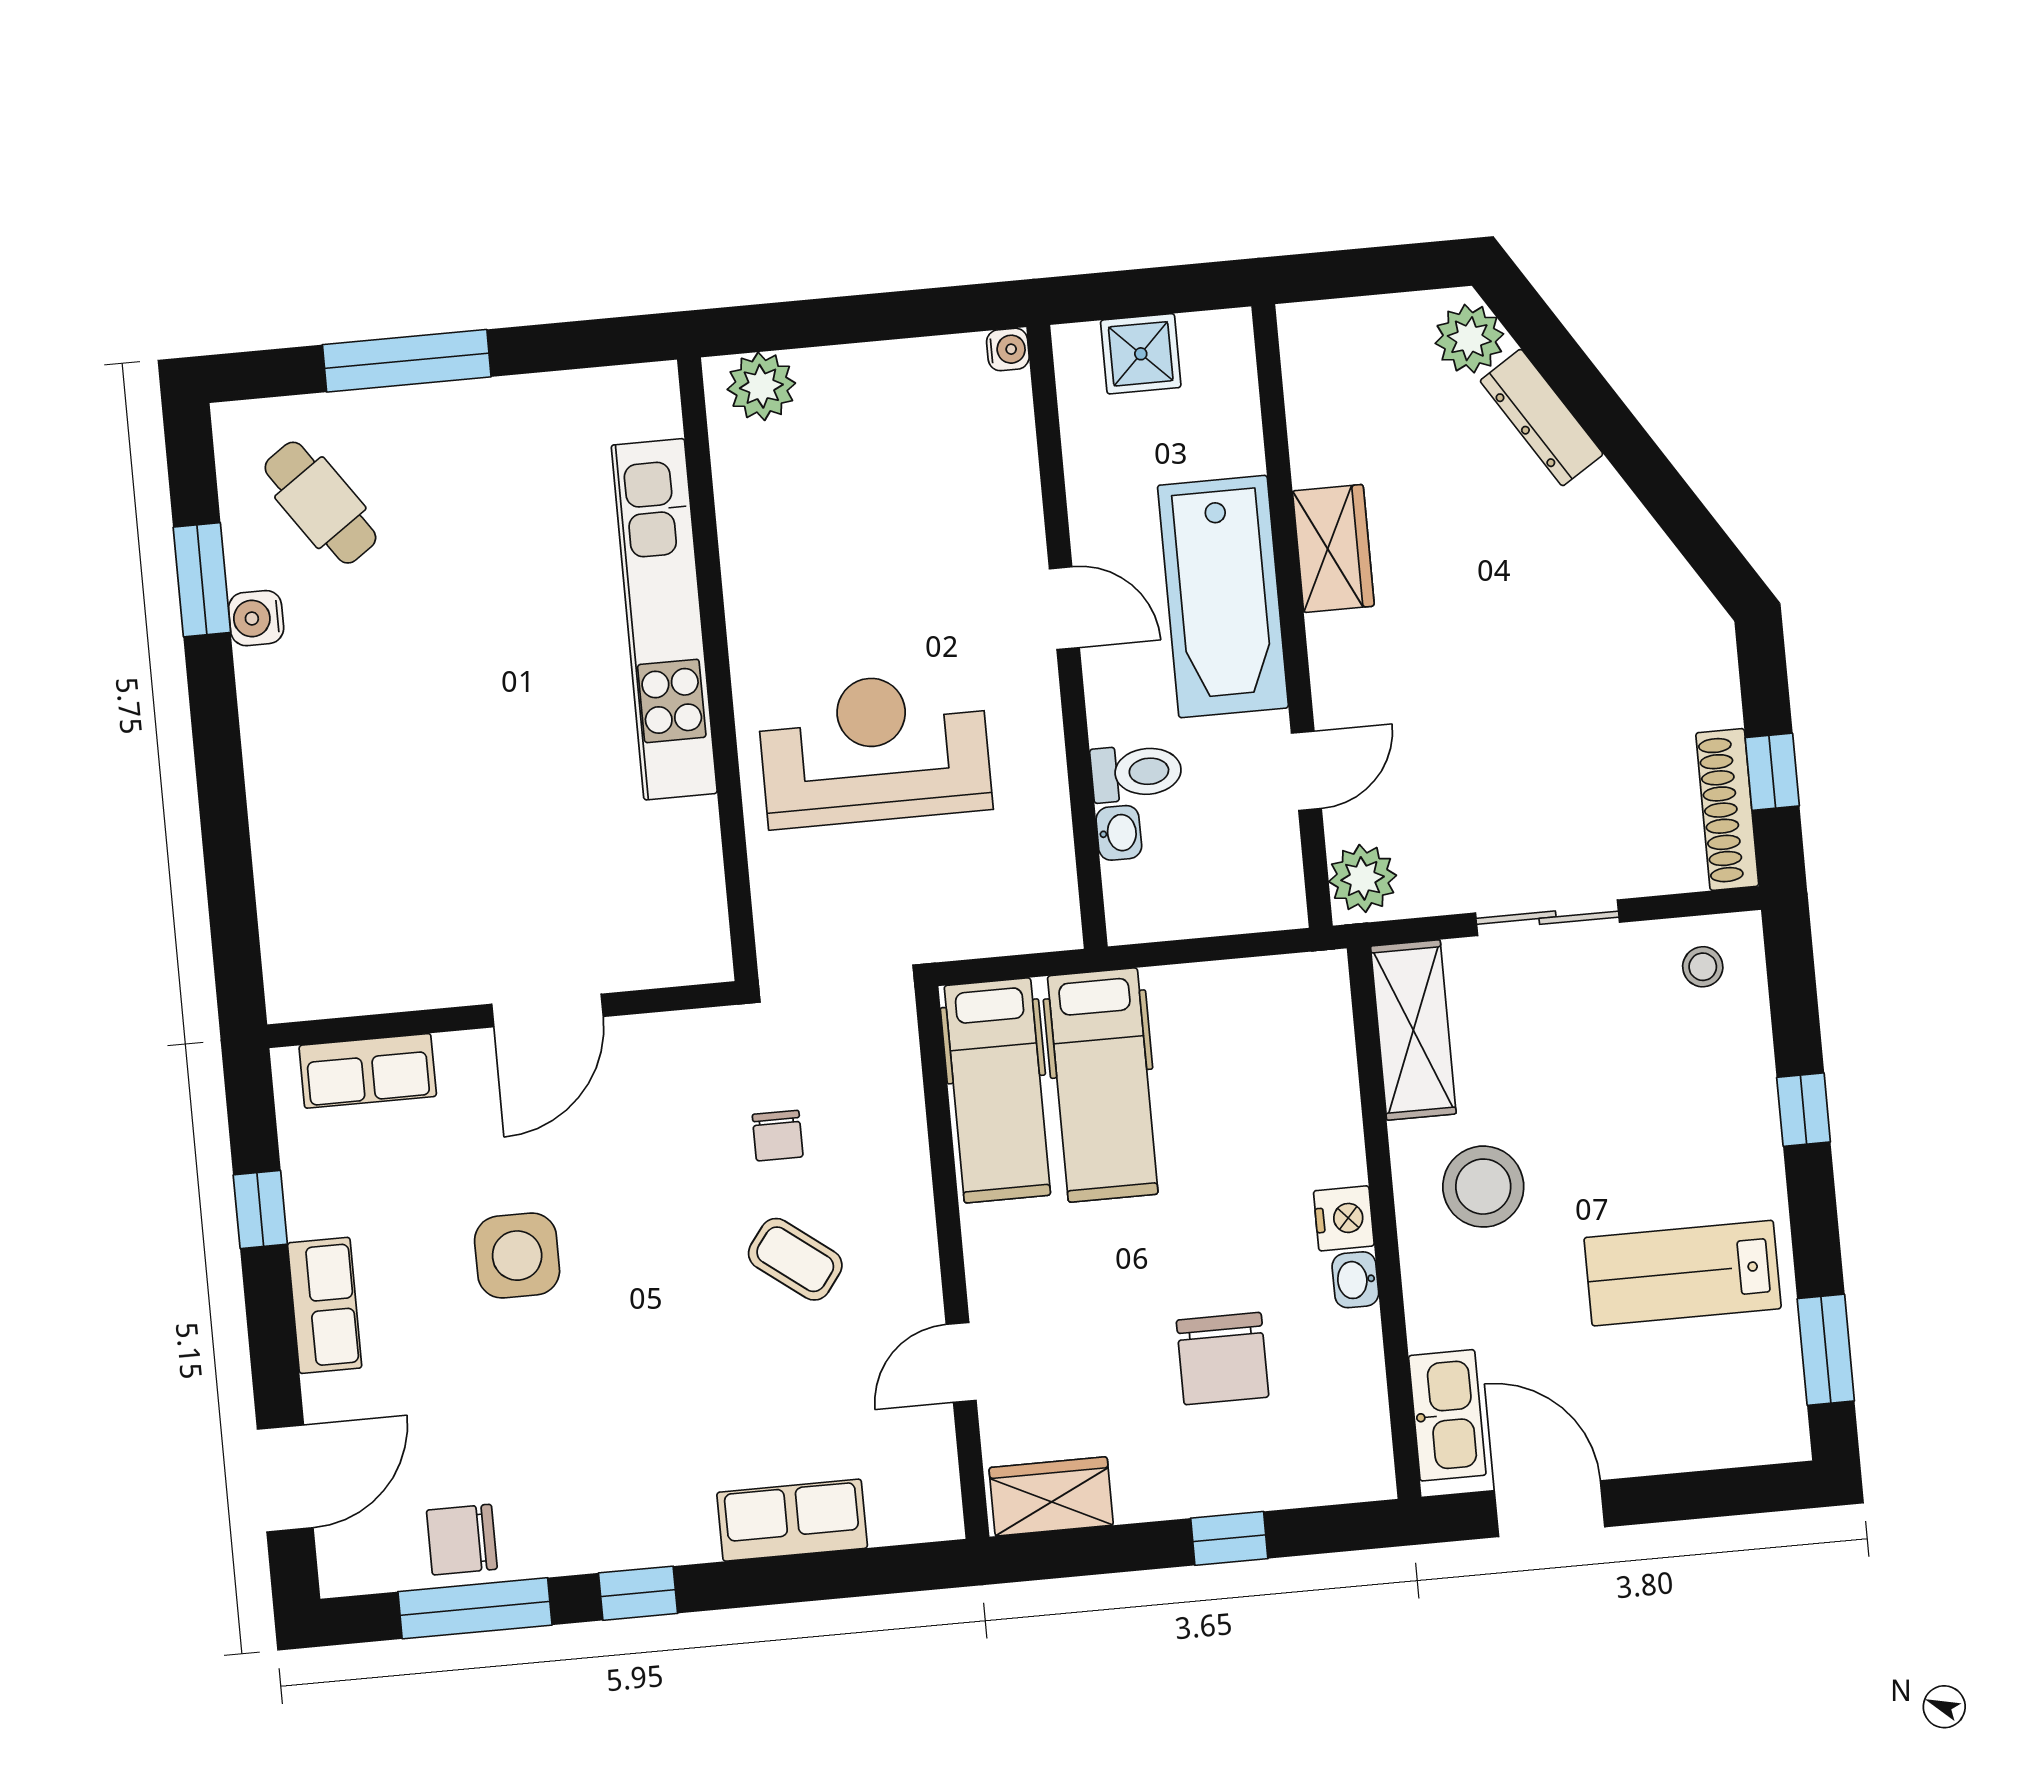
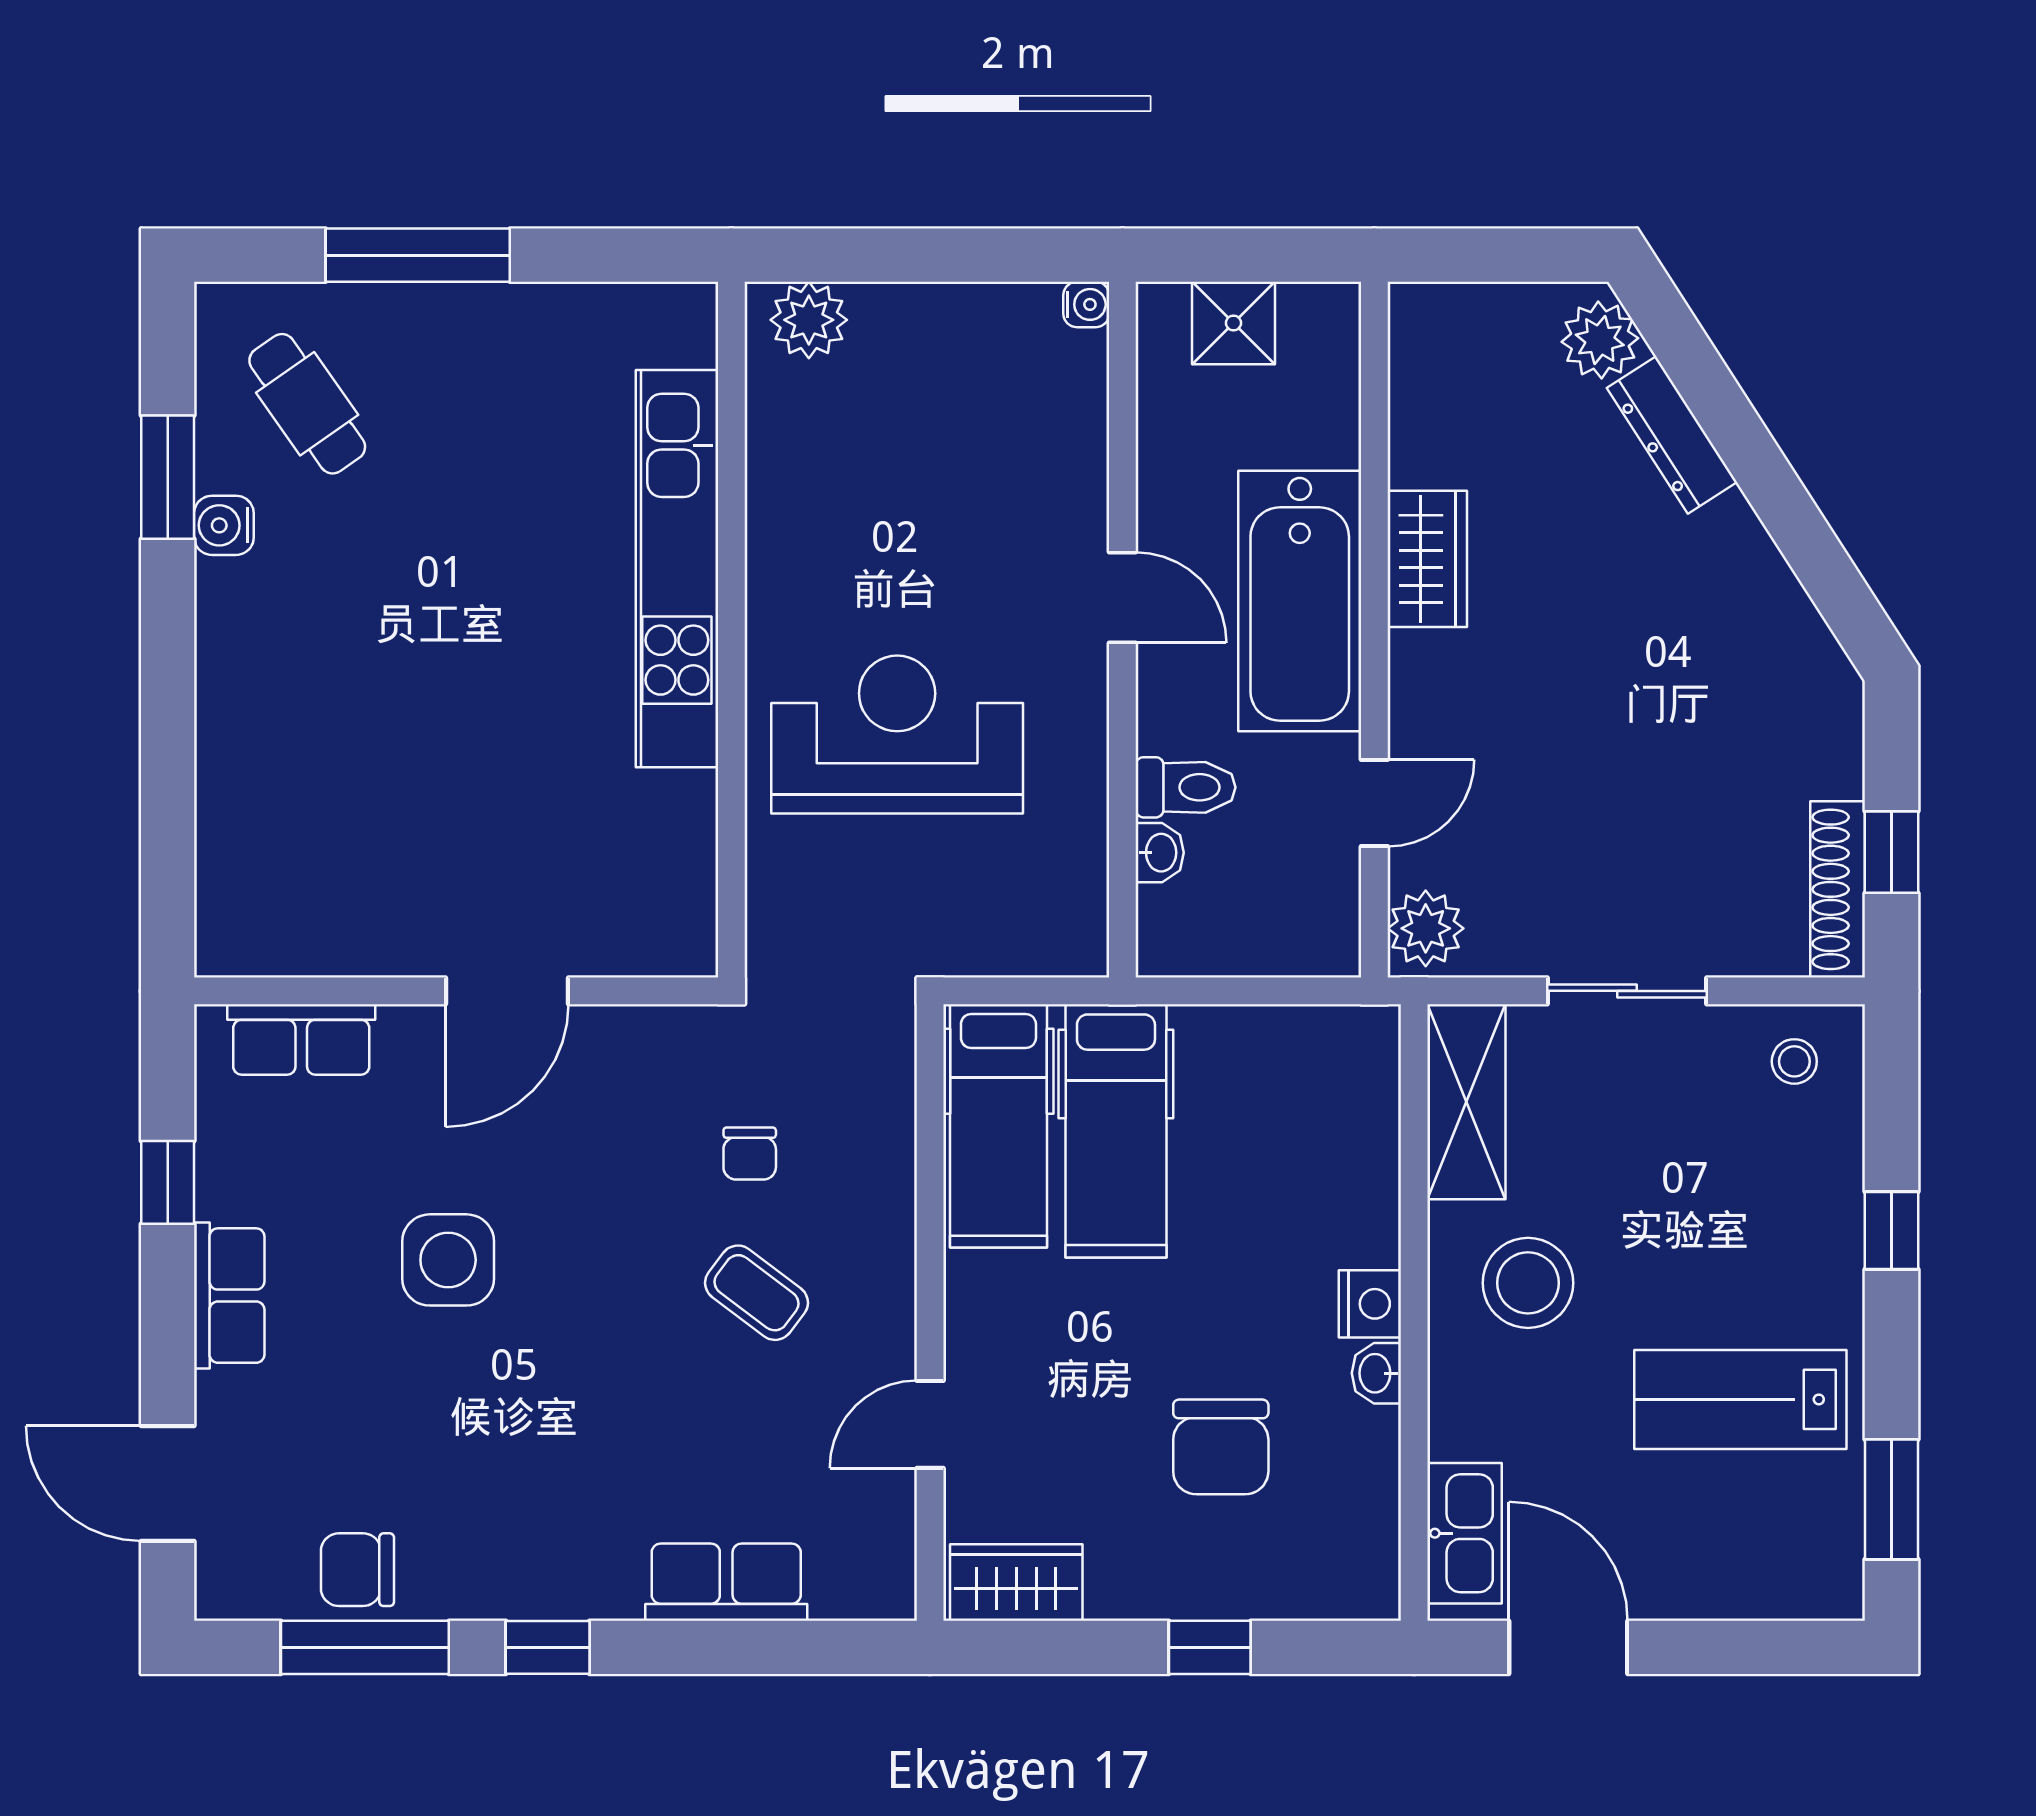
door: (285, 1478) -> (168, 1484), swing flipped

